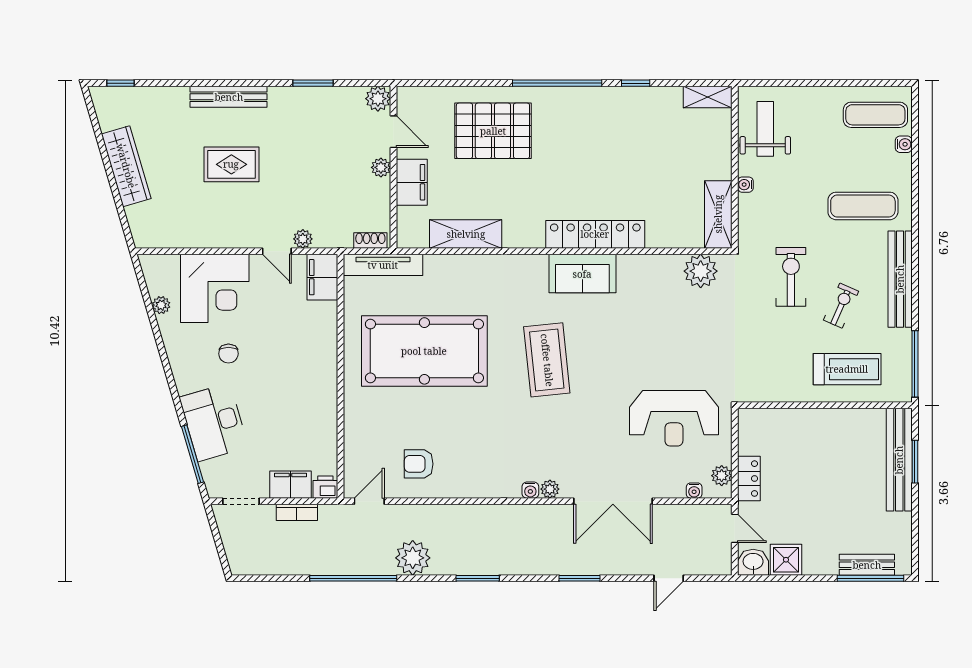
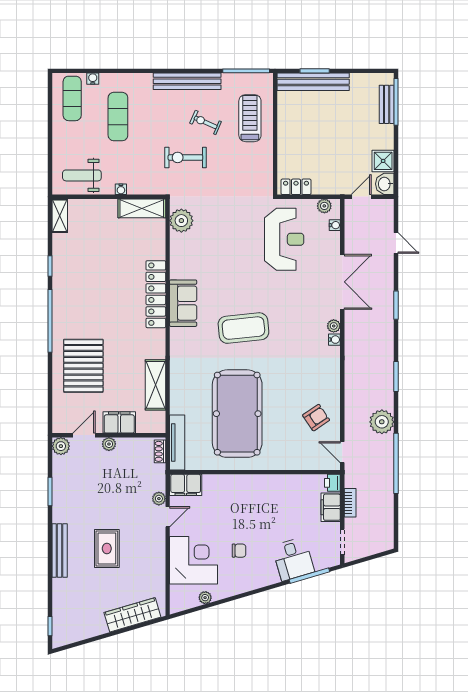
wardrobe: (126, 166) -> (132, 615), moved
exercise mat: (863, 206) -> (118, 117), moved
desk: (214, 422) -> (293, 559), width x0.73
armchair: (419, 464) -> (316, 418), turned -124
locker: (749, 479) -> (296, 187), moved

